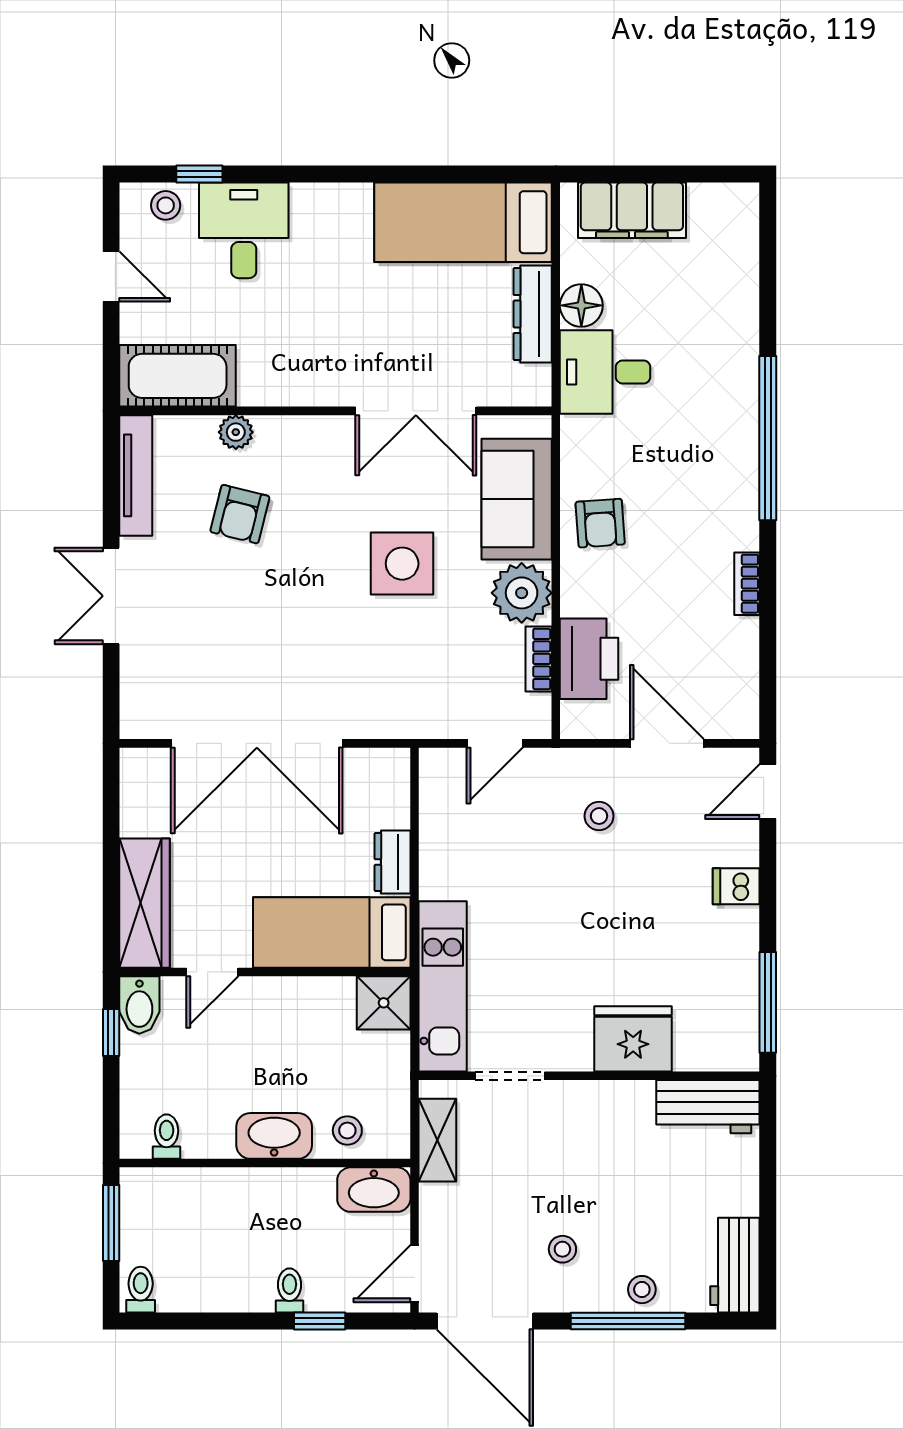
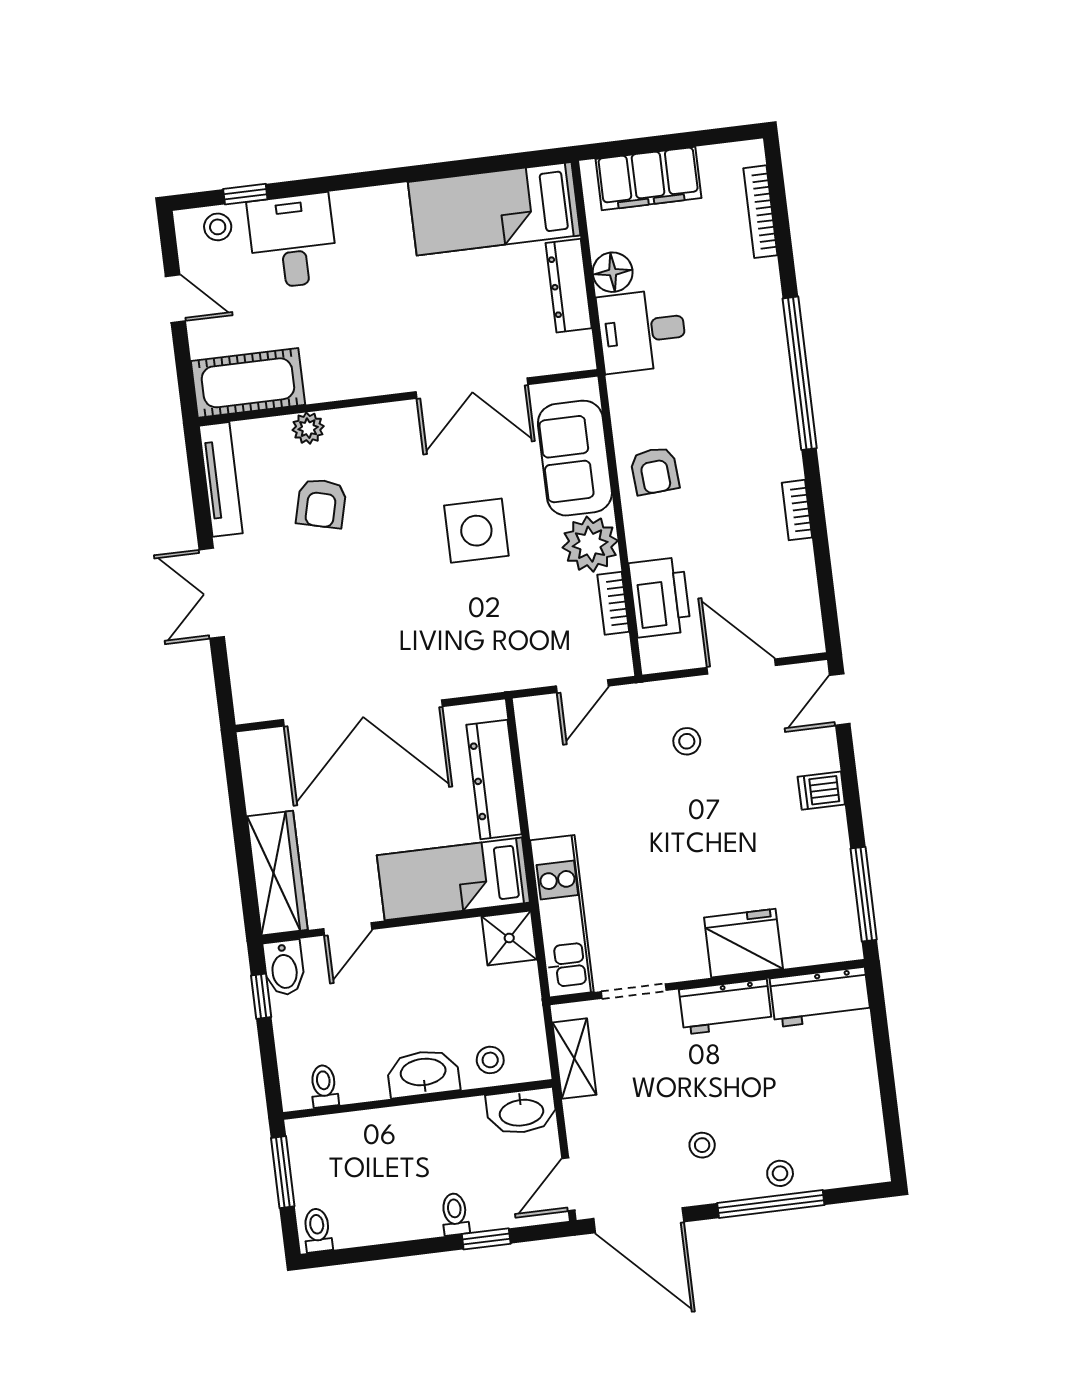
bookcase: (747, 260) -> (760, 212), added
dresser: (393, 862) -> (494, 779), width x1.96, depth x1.24
workbench: (735, 1265) -> (725, 1007), moved, turned -90

